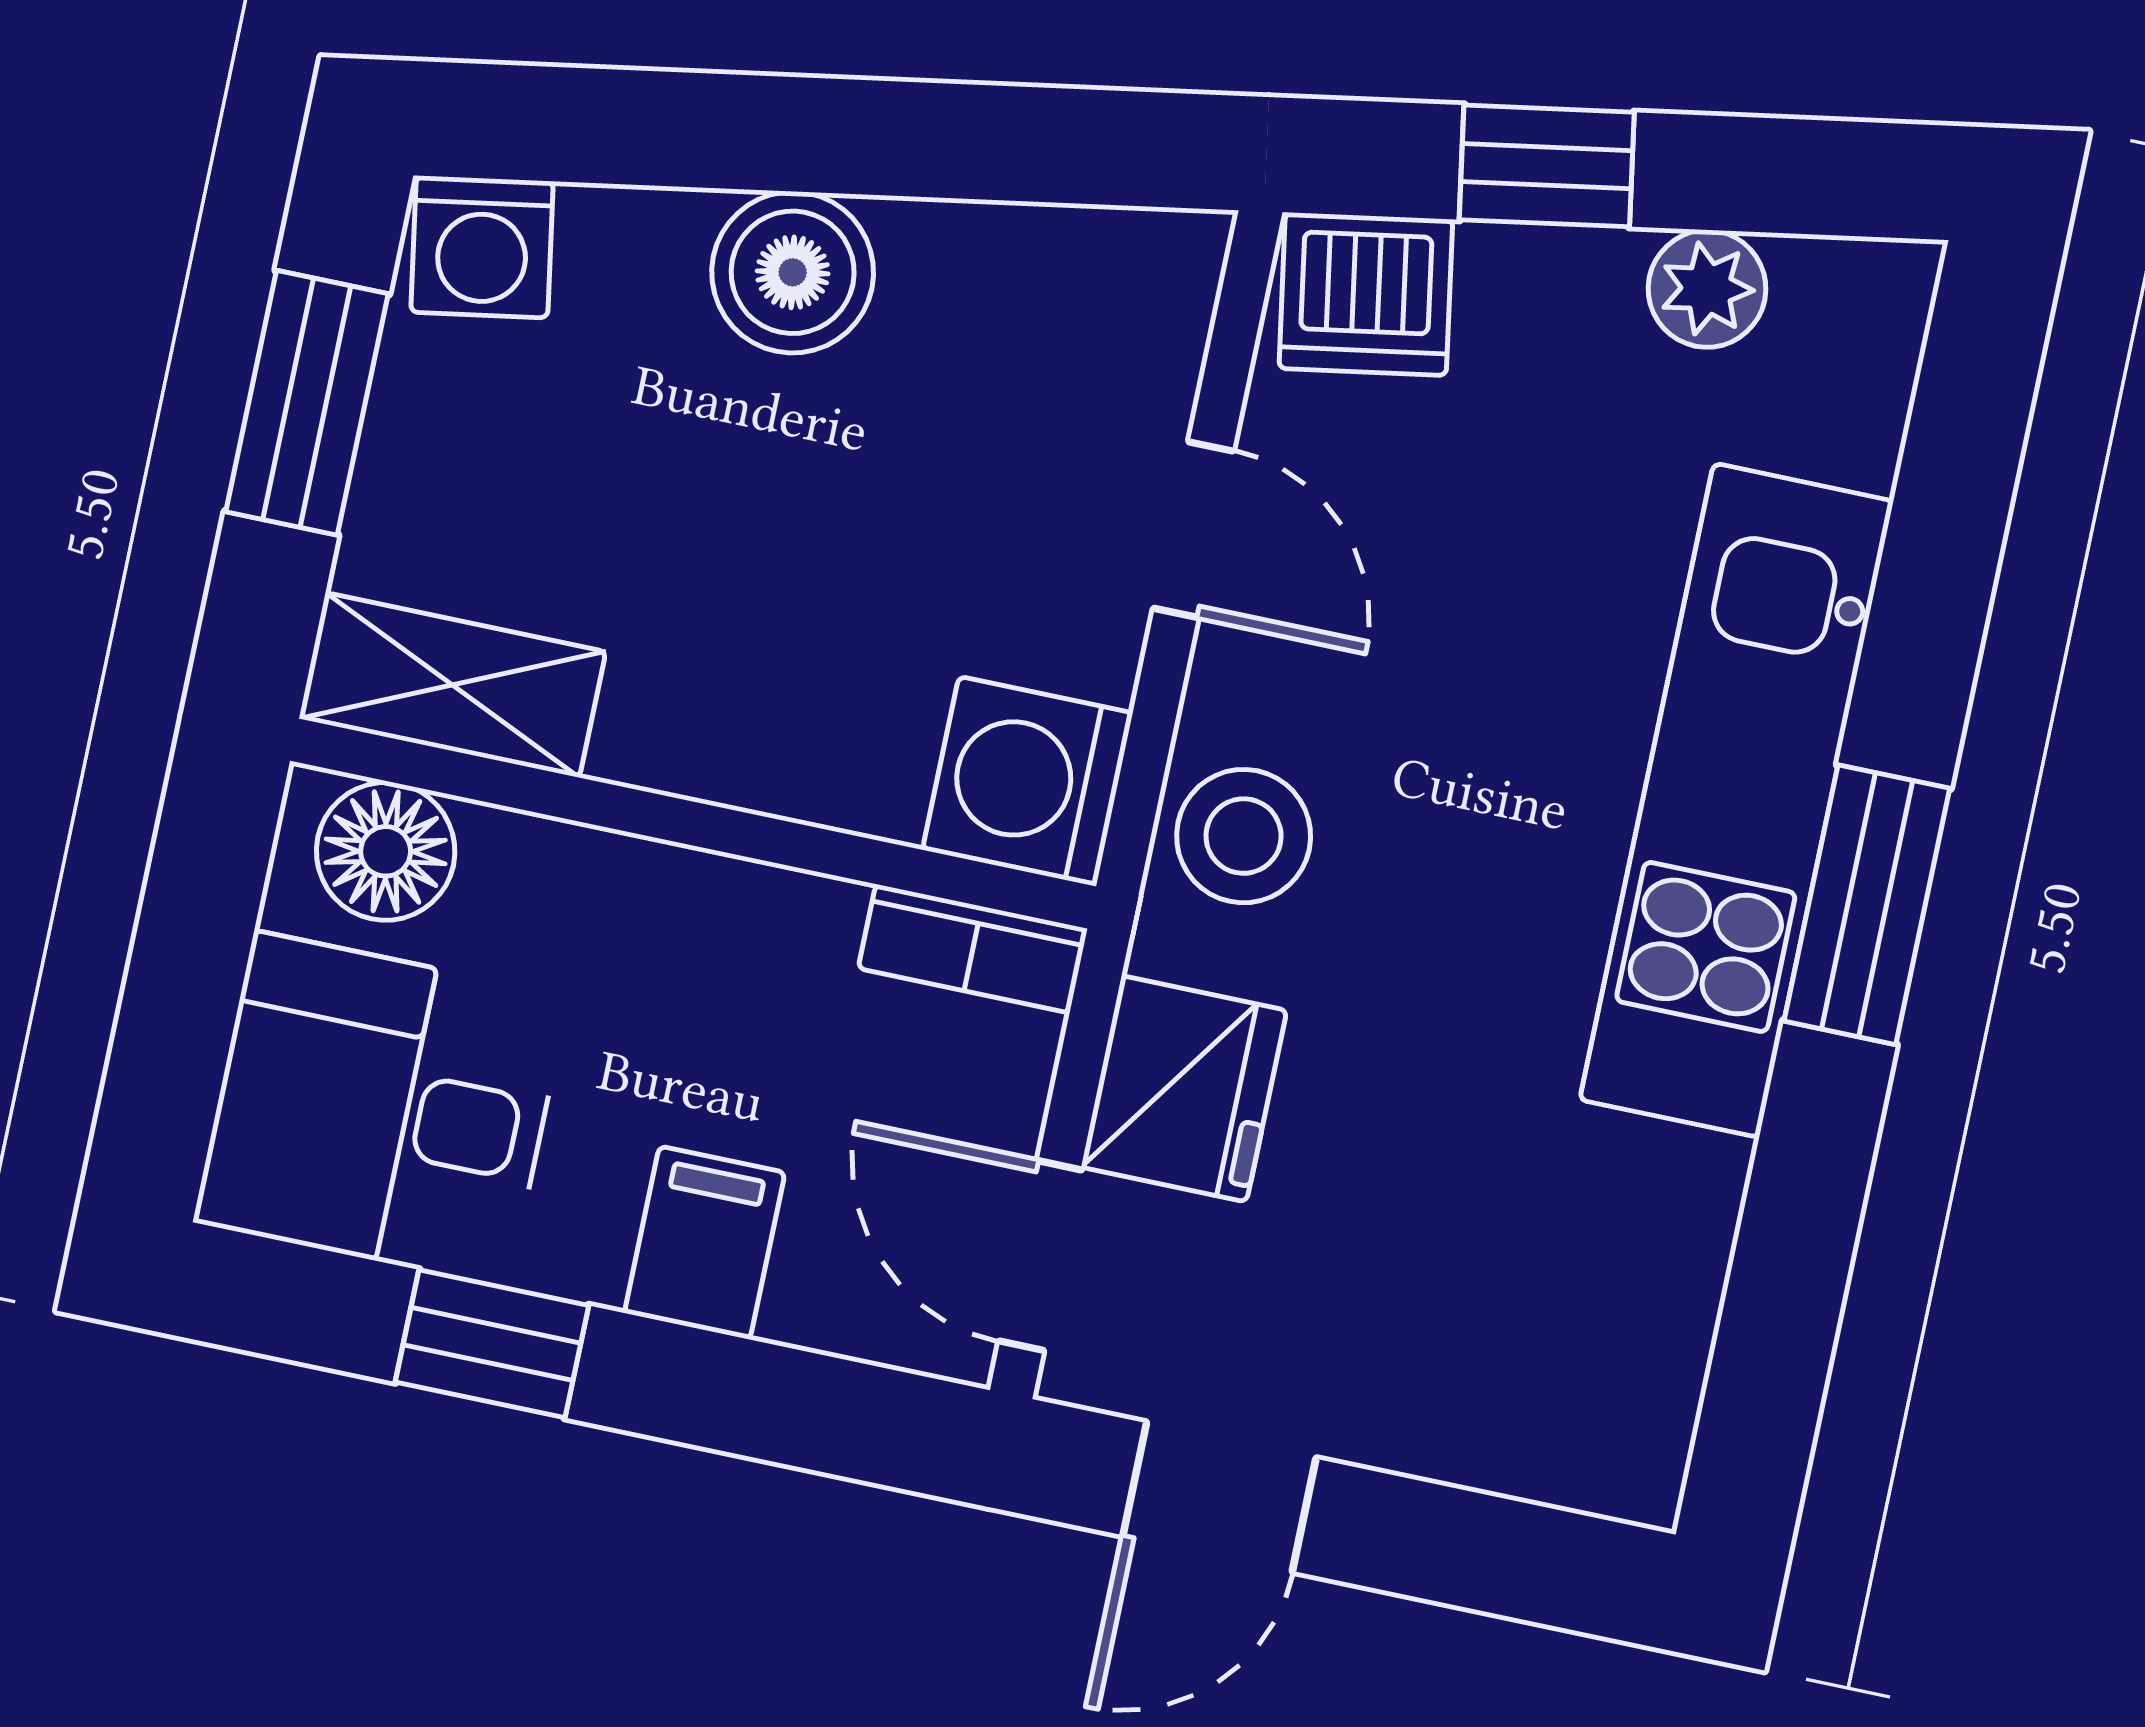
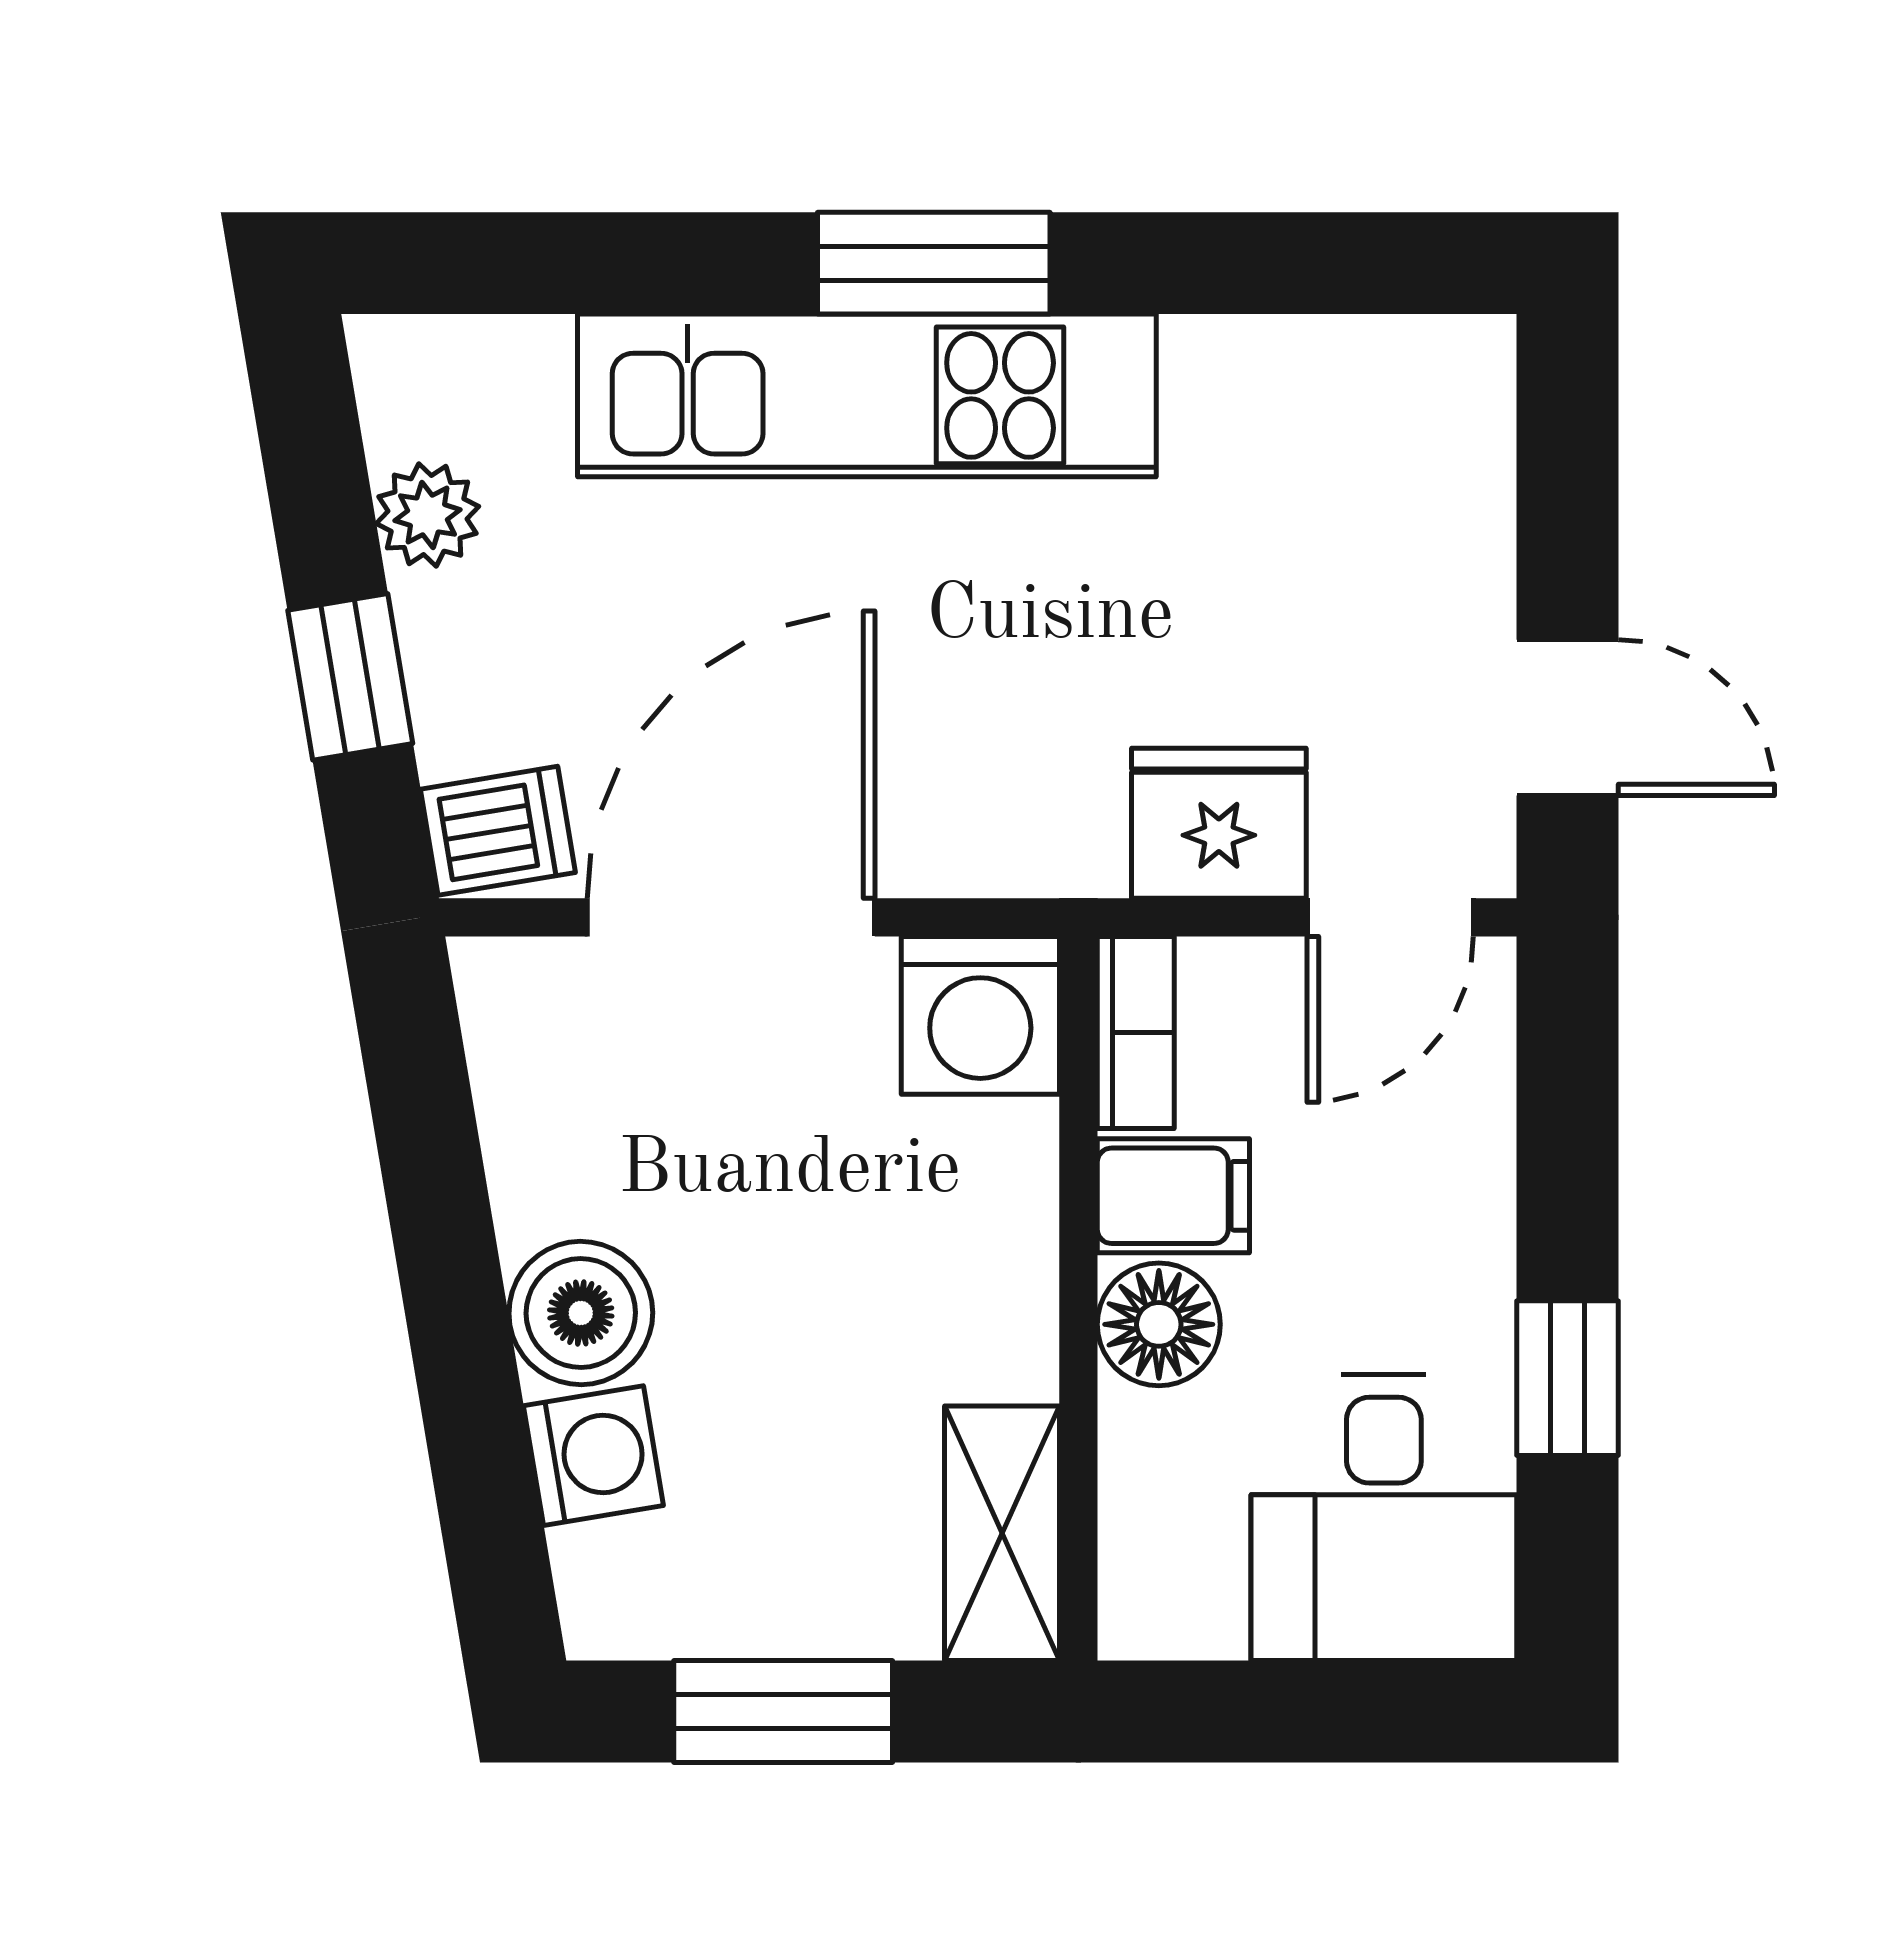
washing machine: (482, 247) -> (593, 1456), moved
dishwasher: (1366, 294) -> (498, 831), width x0.73
door: (1193, 530) -> (731, 917), width x1.88
stool: (1244, 836) -> (988, 818), removed
floor lamp: (386, 851) -> (1159, 1324), moved
filing cabinet: (705, 1243) -> (1173, 1196), moved, turned 180

